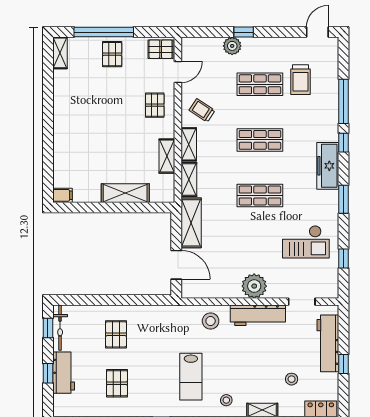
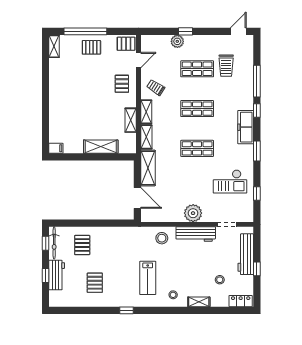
pallet: (112, 54) -> (91, 47), turned 90
pallet: (116, 334) -> (82, 245), moved

